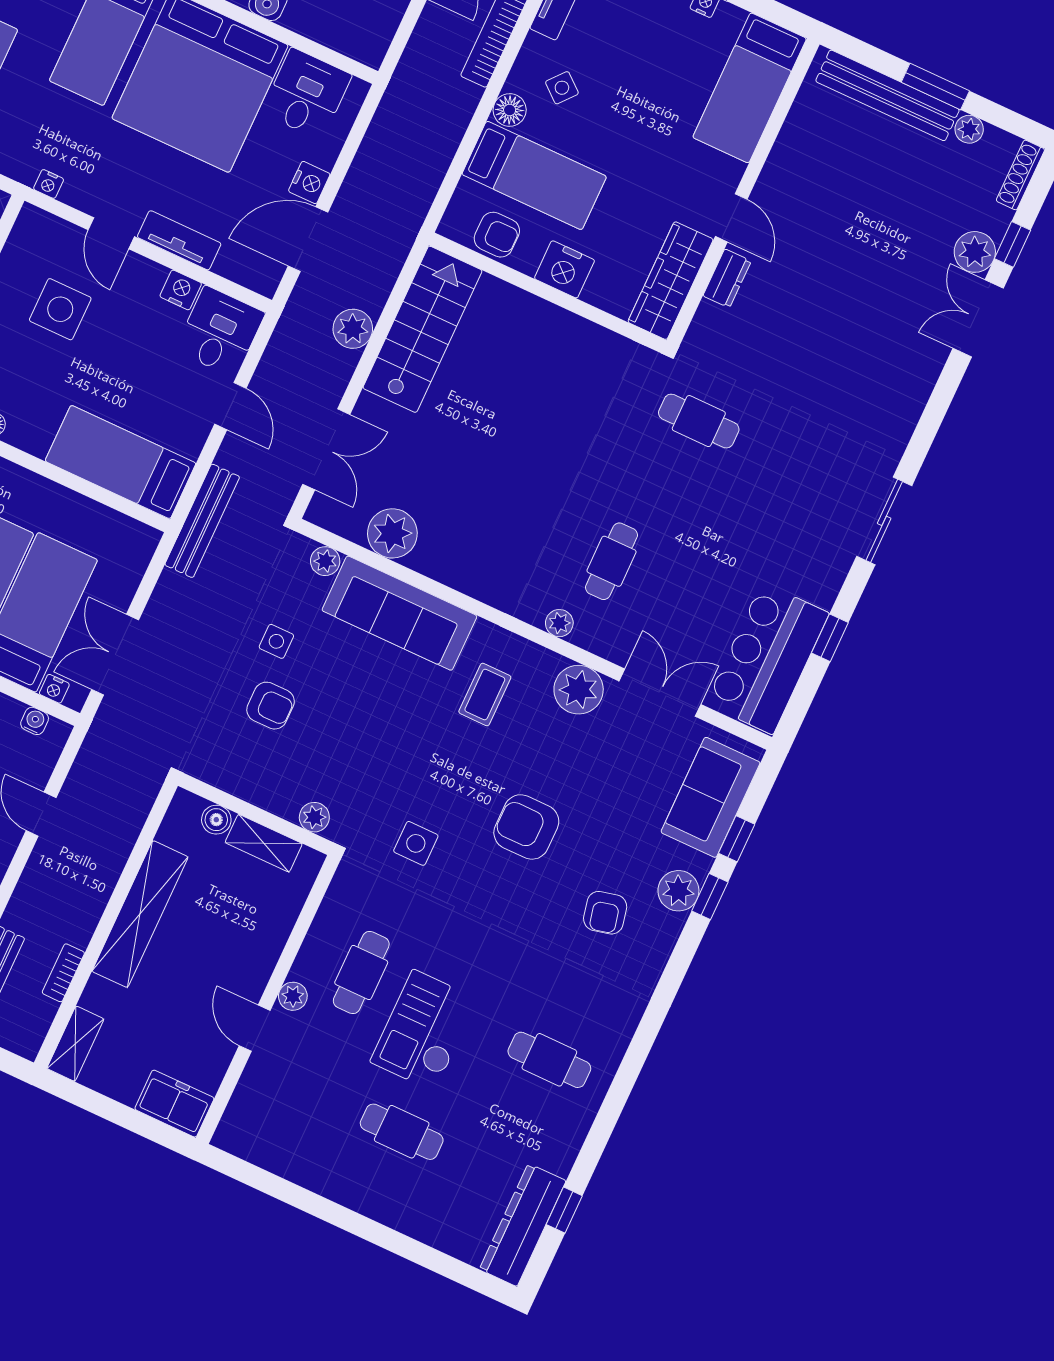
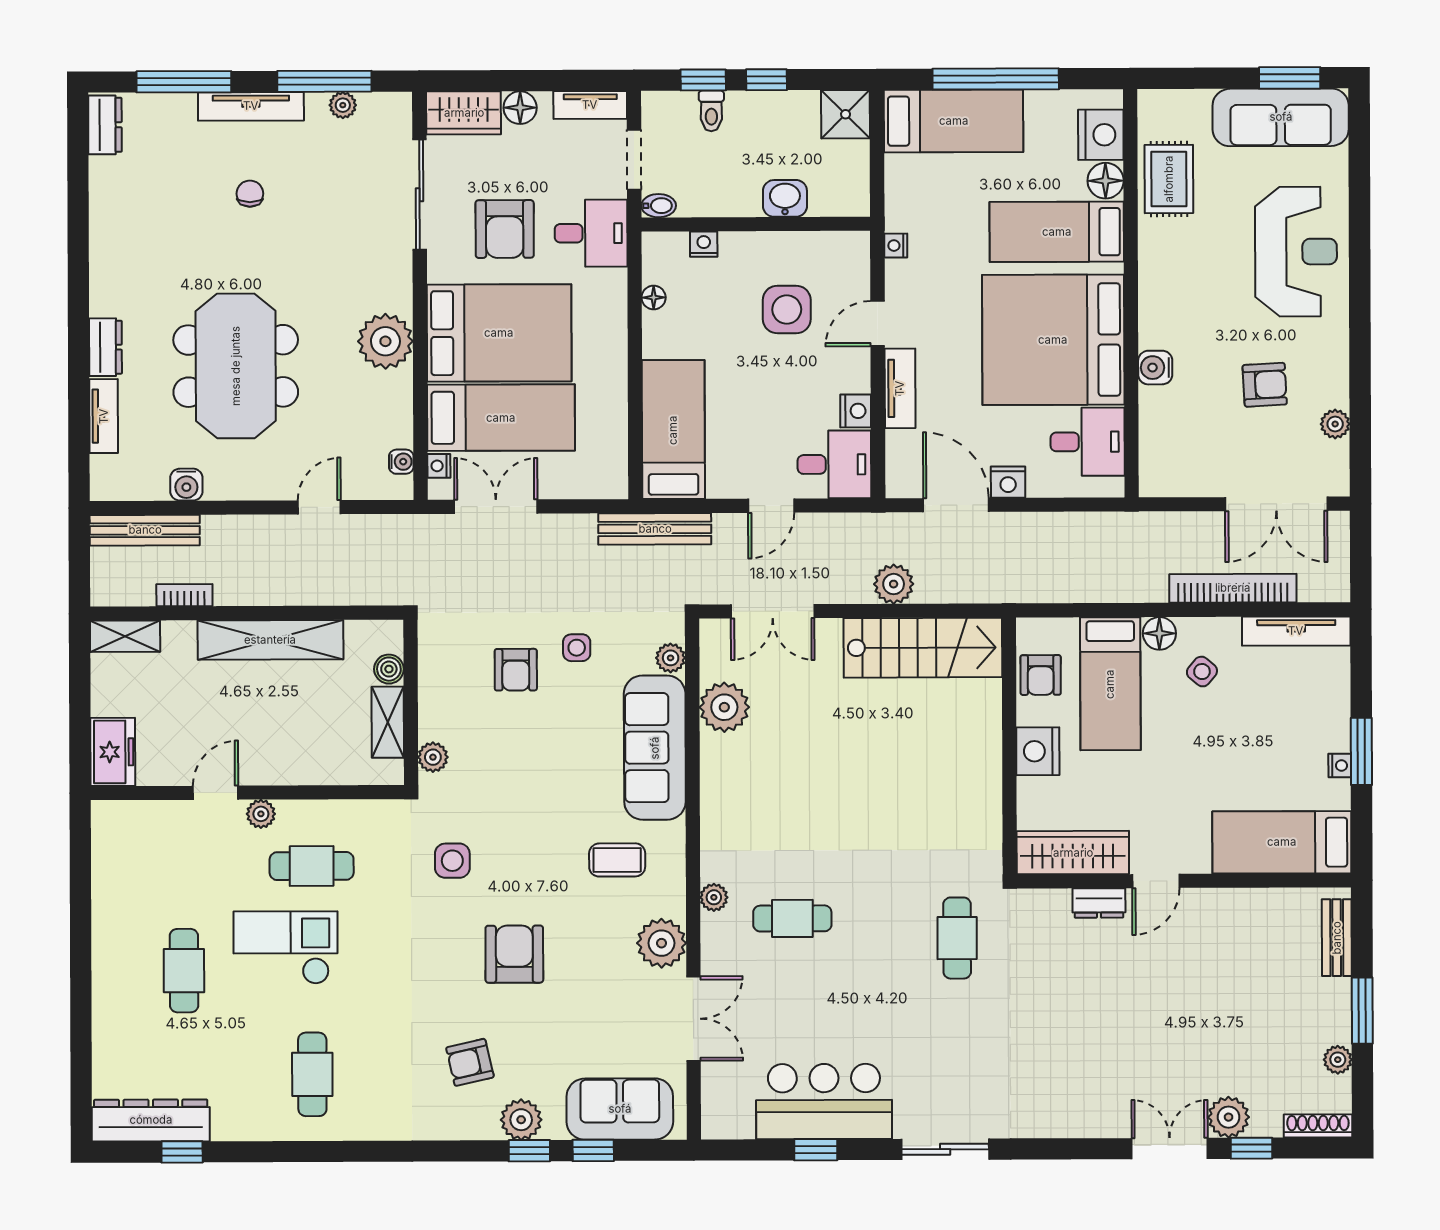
bench: (887, 95) -> (1337, 938), width x0.54, depth x0.82
bar counter: (767, 658) -> (824, 1101), moved

